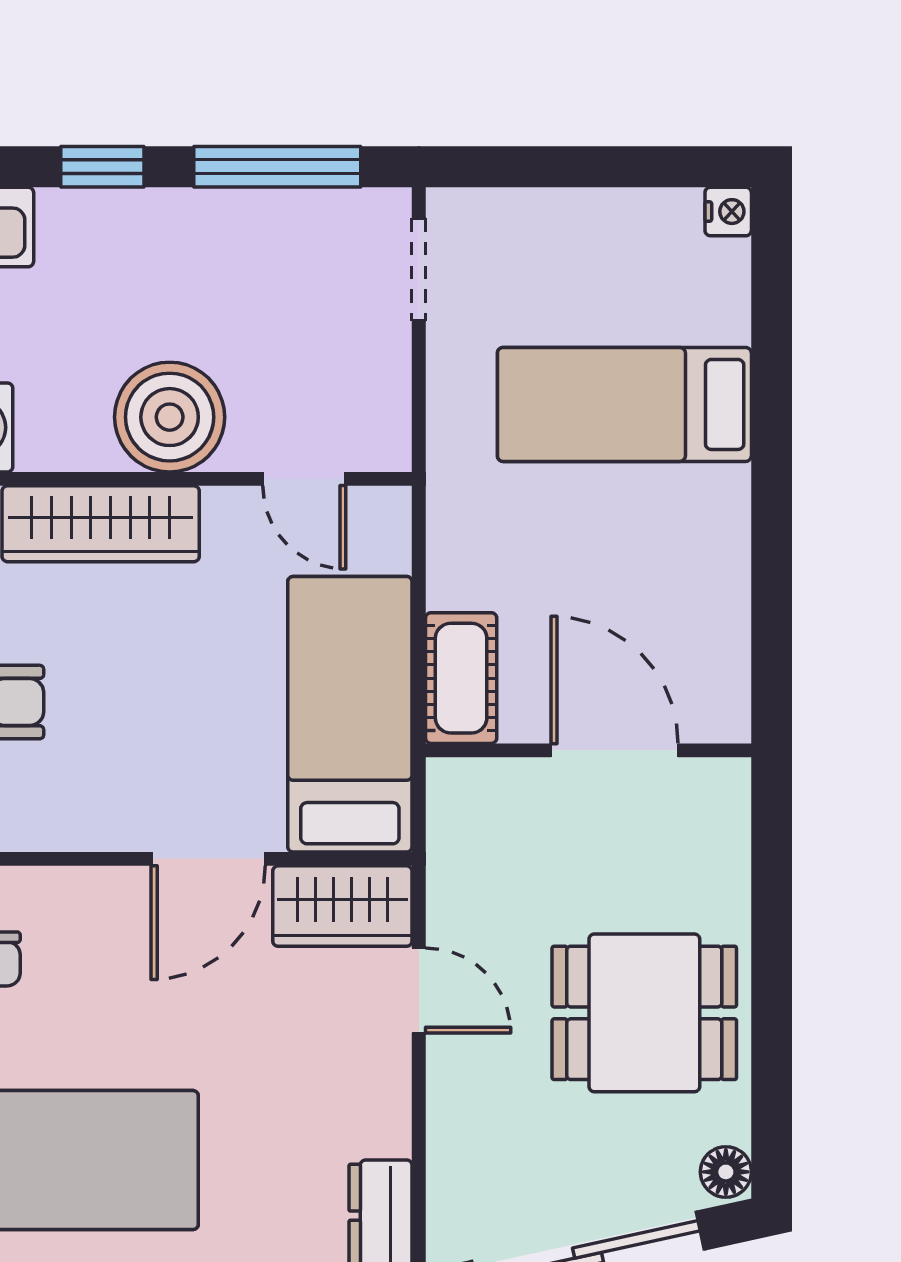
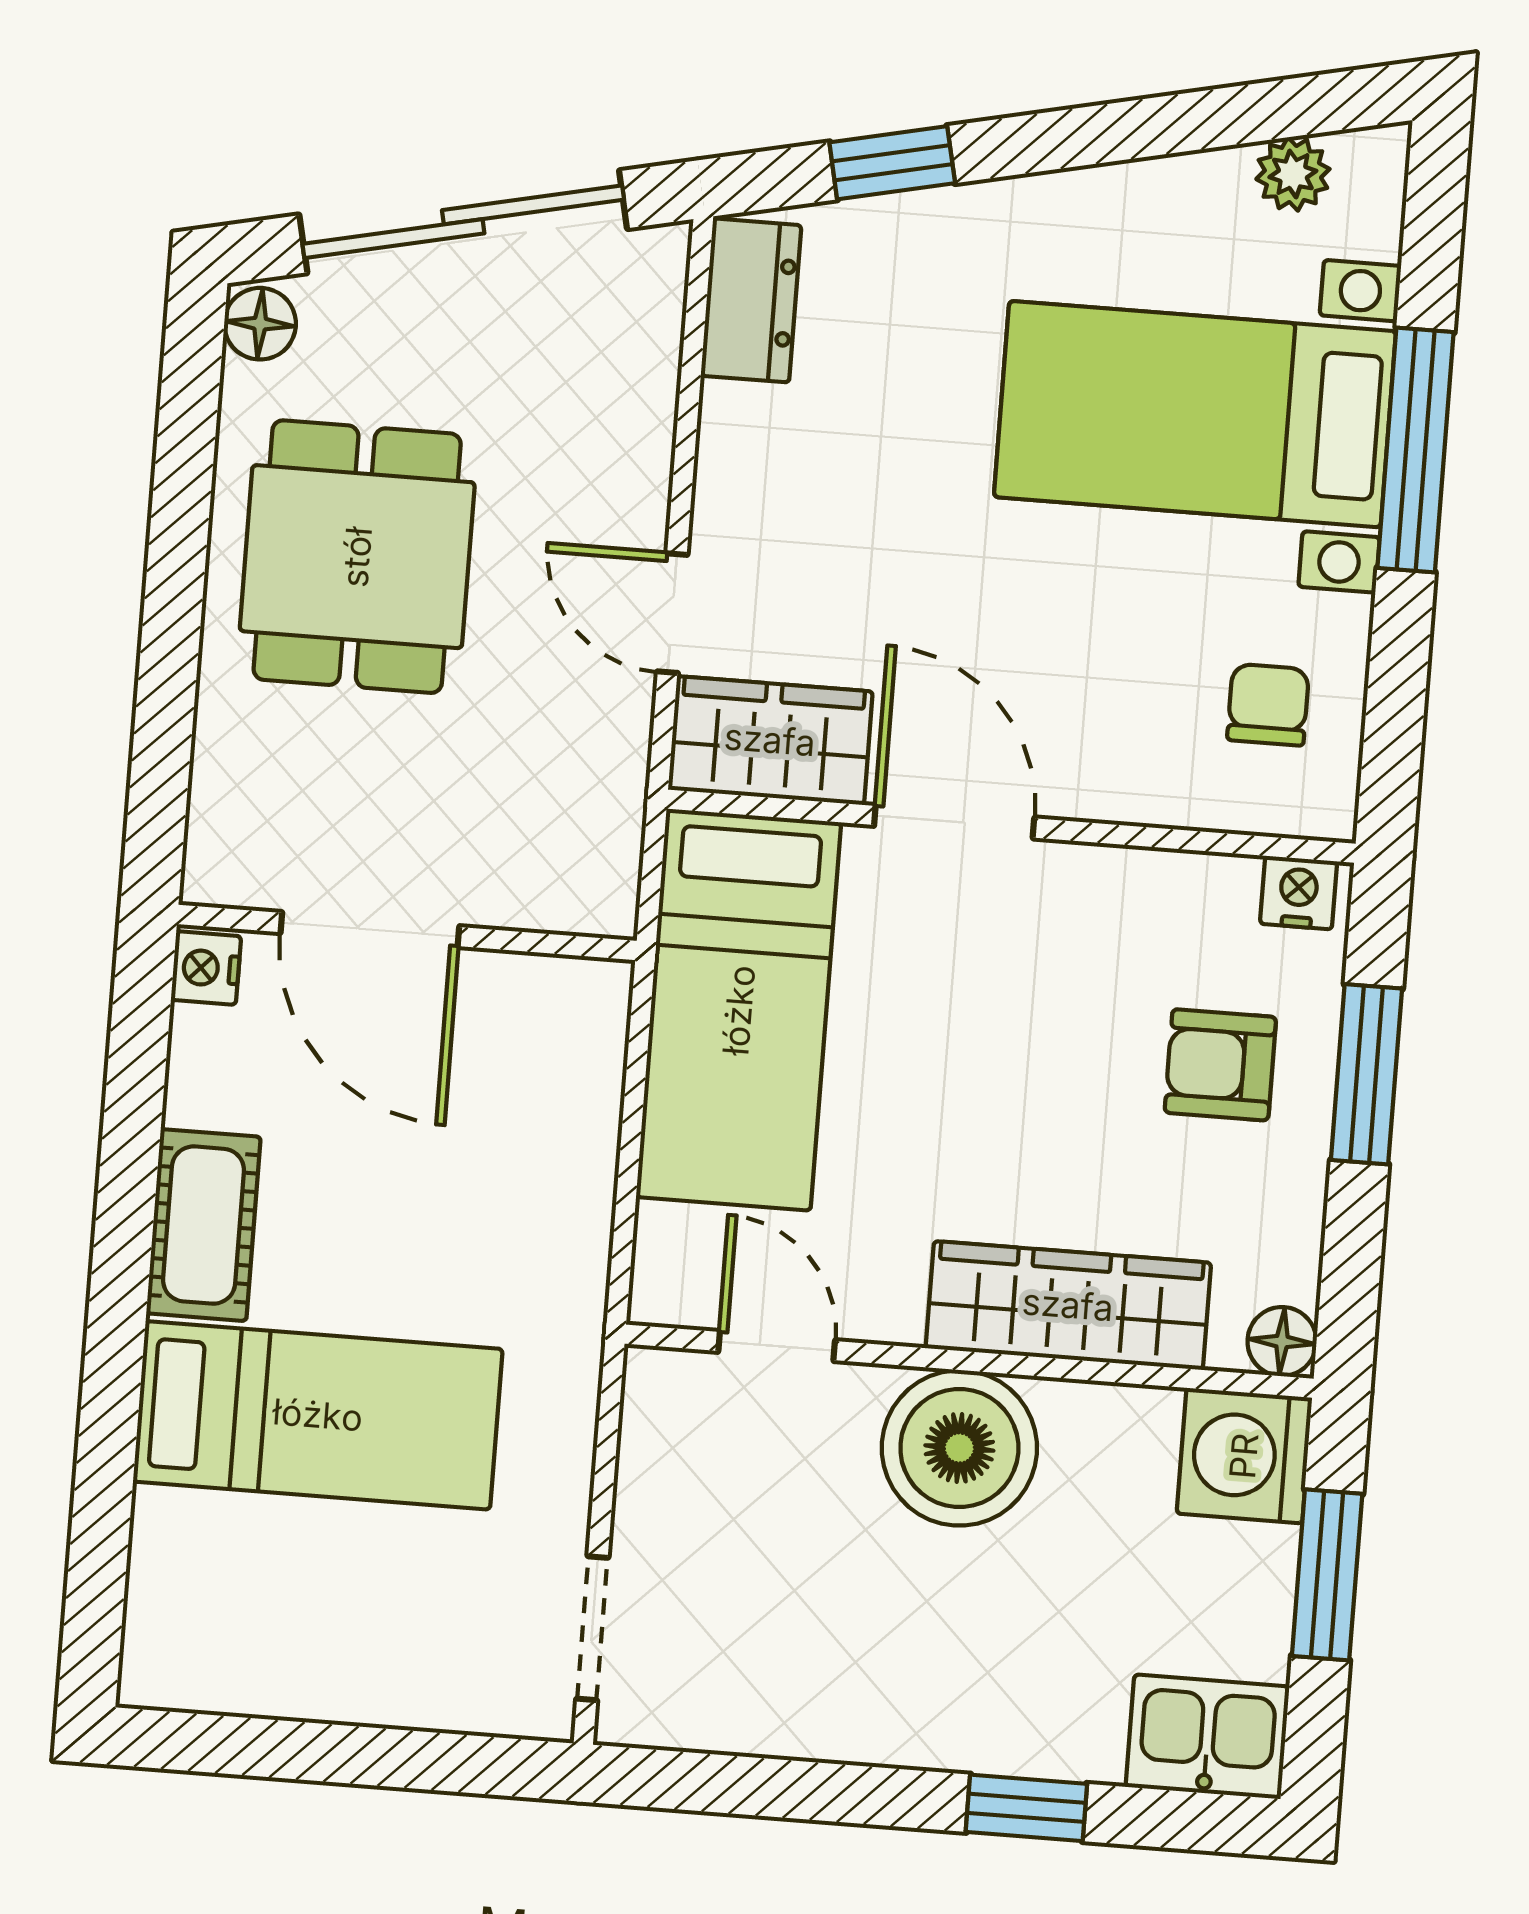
window: (277, 167) -> (780, 1788), removed
nightstand: (728, 212) -> (206, 968), moved
cot: (461, 678) -> (204, 1225), moved
door: (208, 859) -> (954, 822), hinge flipped
dining table: (644, 1013) -> (357, 557), turned 90

